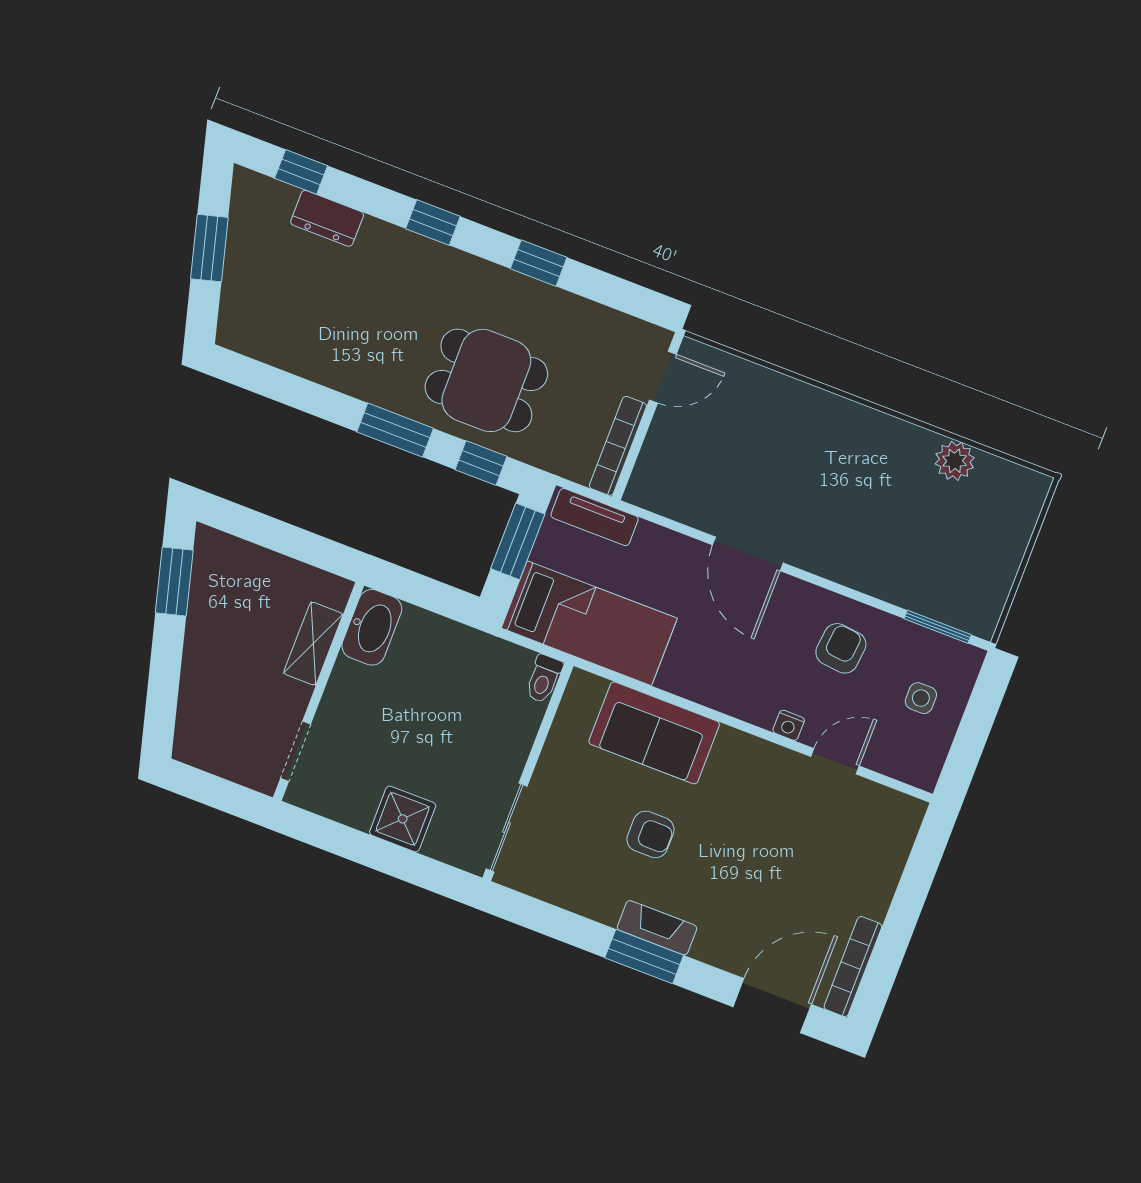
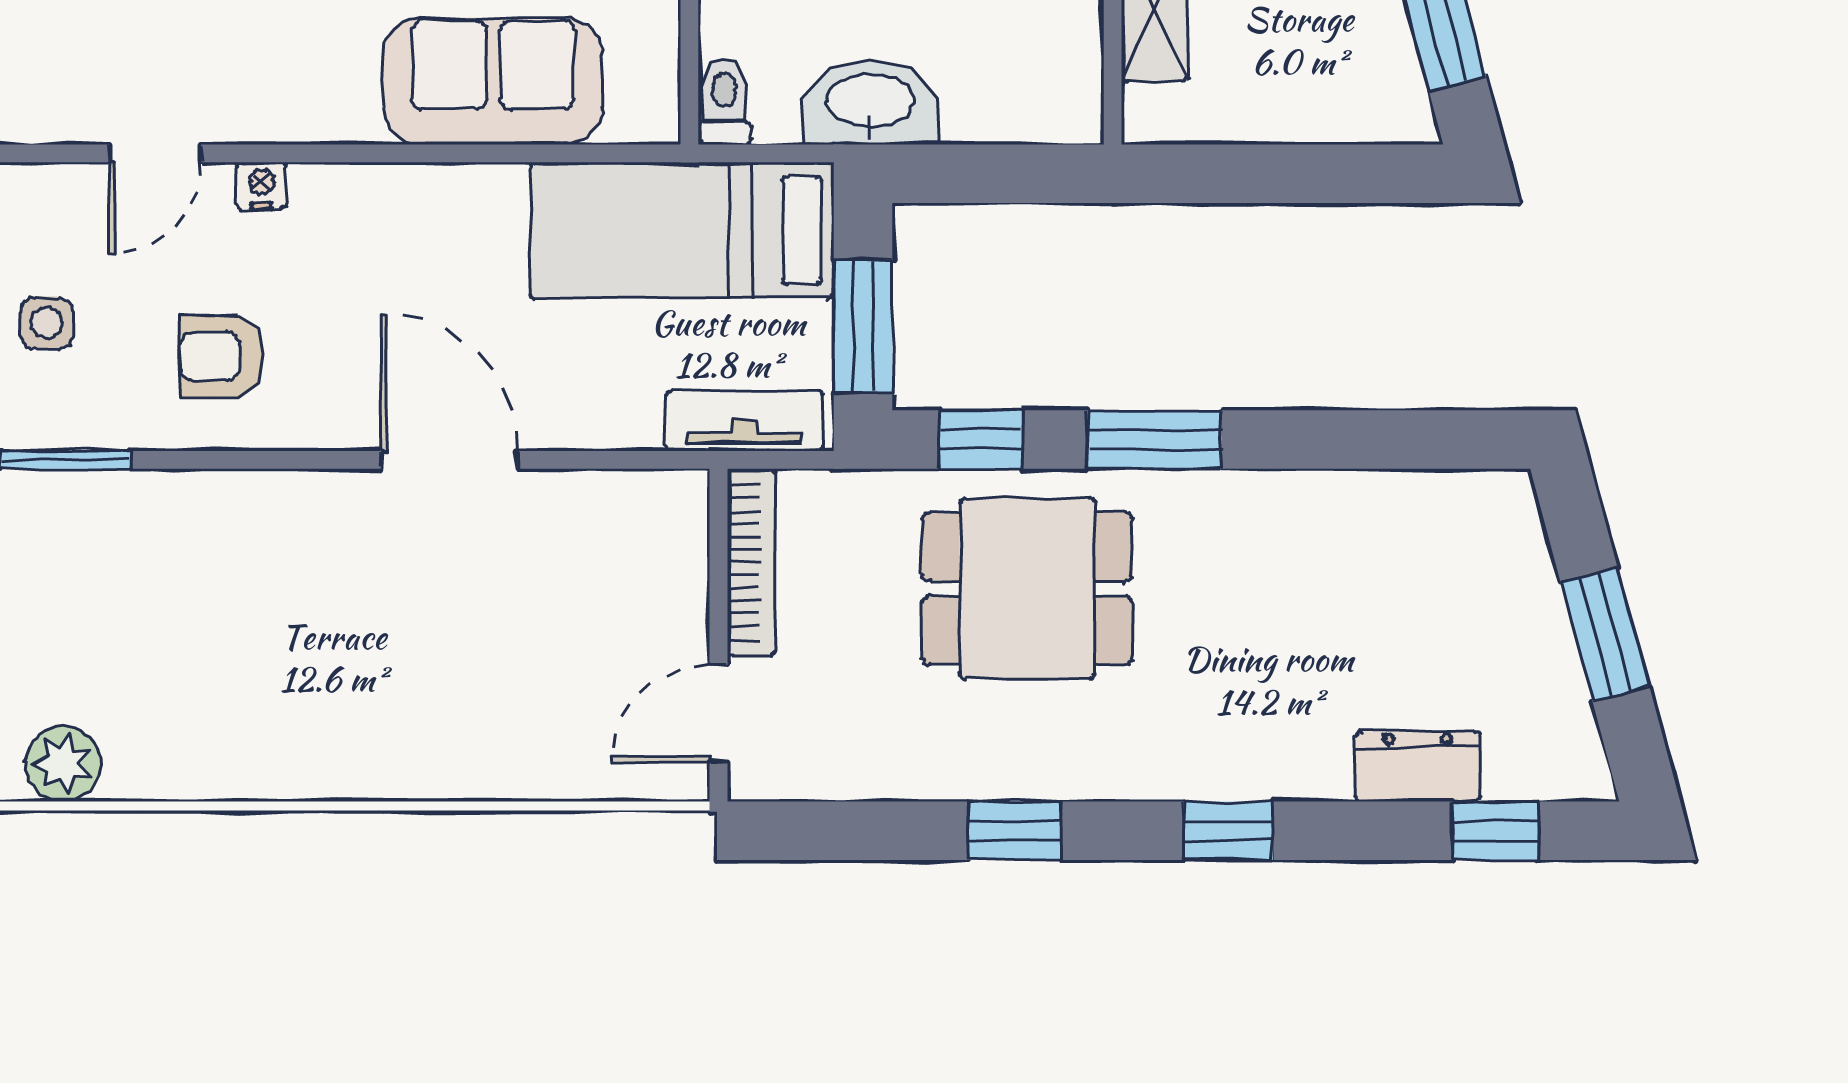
plant: (955, 461) -> (63, 764), moved
washbasin: (372, 627) -> (870, 103), moved, turned 90
armchair: (841, 648) -> (221, 356), turned 84

